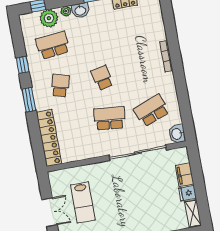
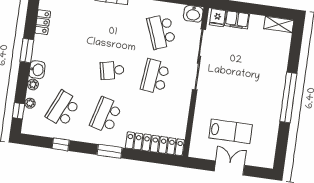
plant: (49, 18) -> (30, 103), width x0.53, depth x0.53
school desk: (53, 45) -> (63, 109), turned 30
window: (22, 65) -> (61, 144), moved
school desk: (60, 86) -> (106, 115), width x1.85
fridge: (187, 193) -> (217, 18), moved

